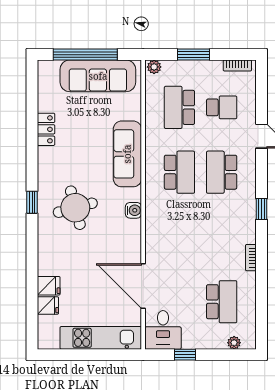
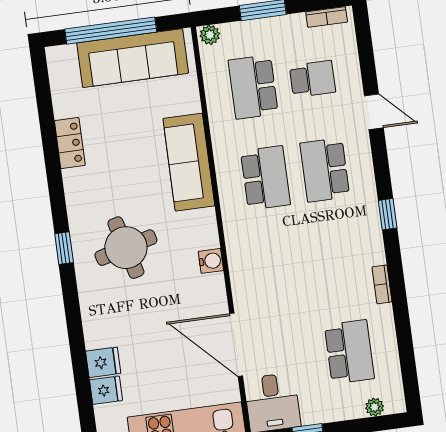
water cooler: (133, 210) -> (211, 261), moved

